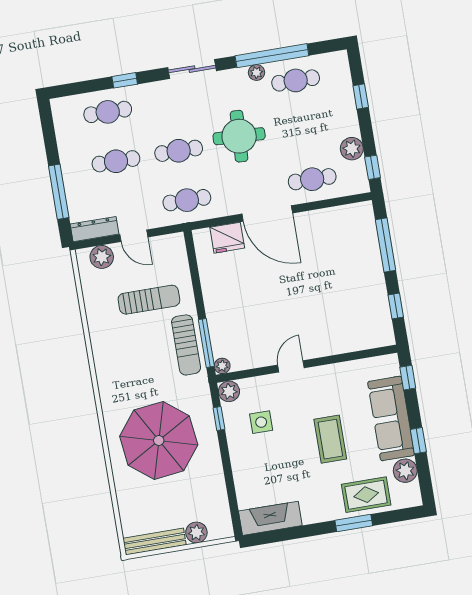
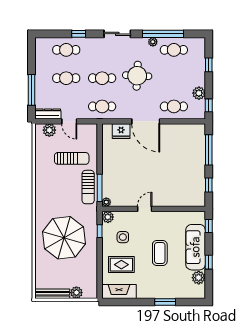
rug: (366, 495) -> (121, 265), moved

